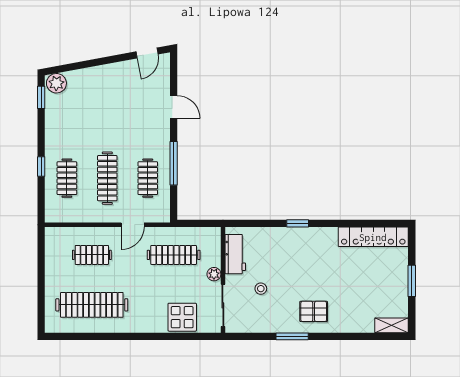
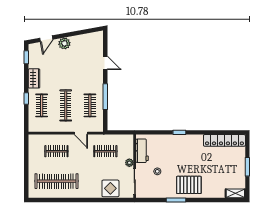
door: (147, 53) -> (46, 39), moved
plant: (56, 83) -> (64, 43), moved
wardrobe: (54, 133) -> (34, 78), added
door: (133, 225) -> (81, 133), hinge flipped
clothes rail: (174, 255) -> (105, 151), width x0.73
pallet: (314, 311) -> (189, 185), width x1.50, depth x1.42

